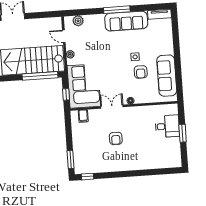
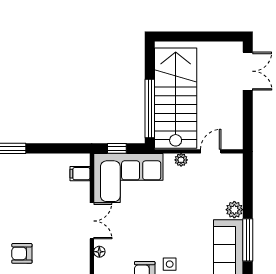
plant: (78, 21) -> (234, 210), moved
armchair: (116, 138) -> (22, 253), moved

